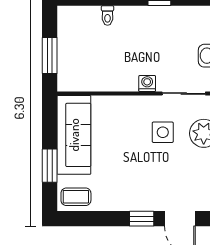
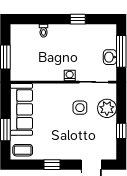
window: (142, 219) -> (52, 165), moved

